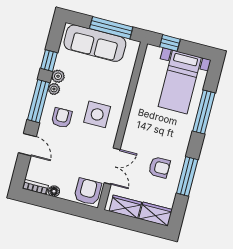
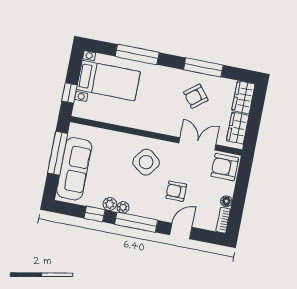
side table: (97, 114) -> (146, 162), turned 38
armchair: (62, 118) -> (176, 191), moved
armchair: (159, 167) -> (196, 96), turned -128

